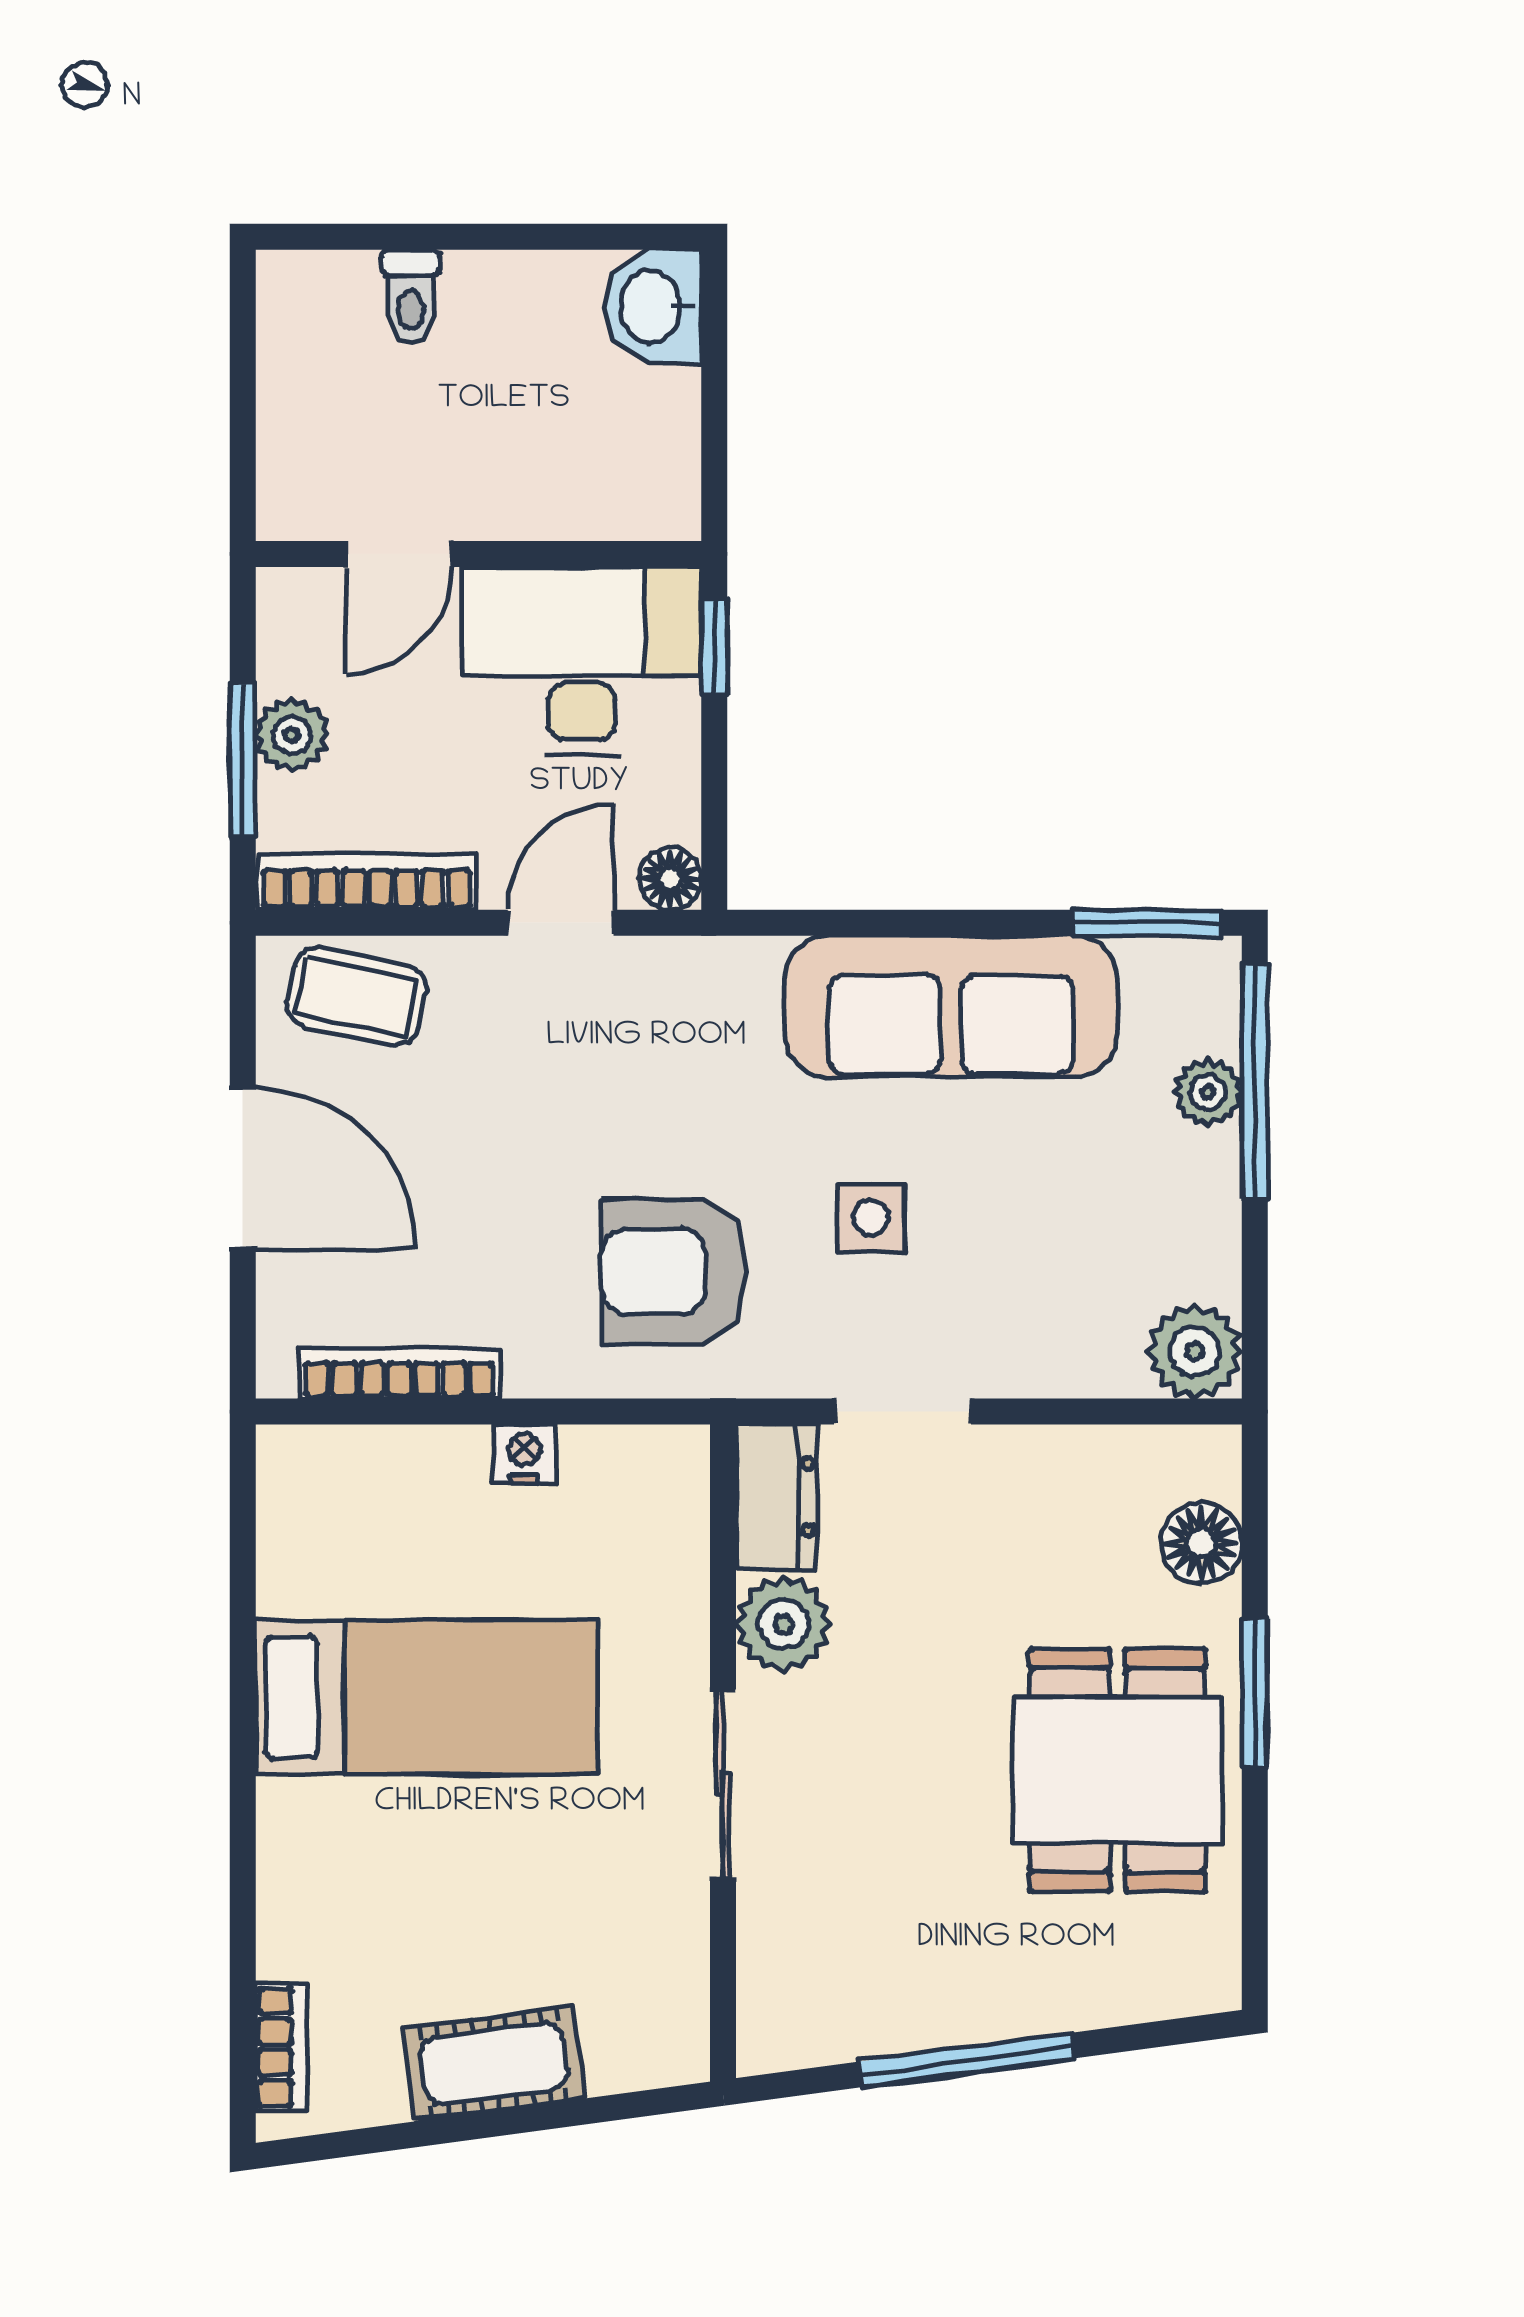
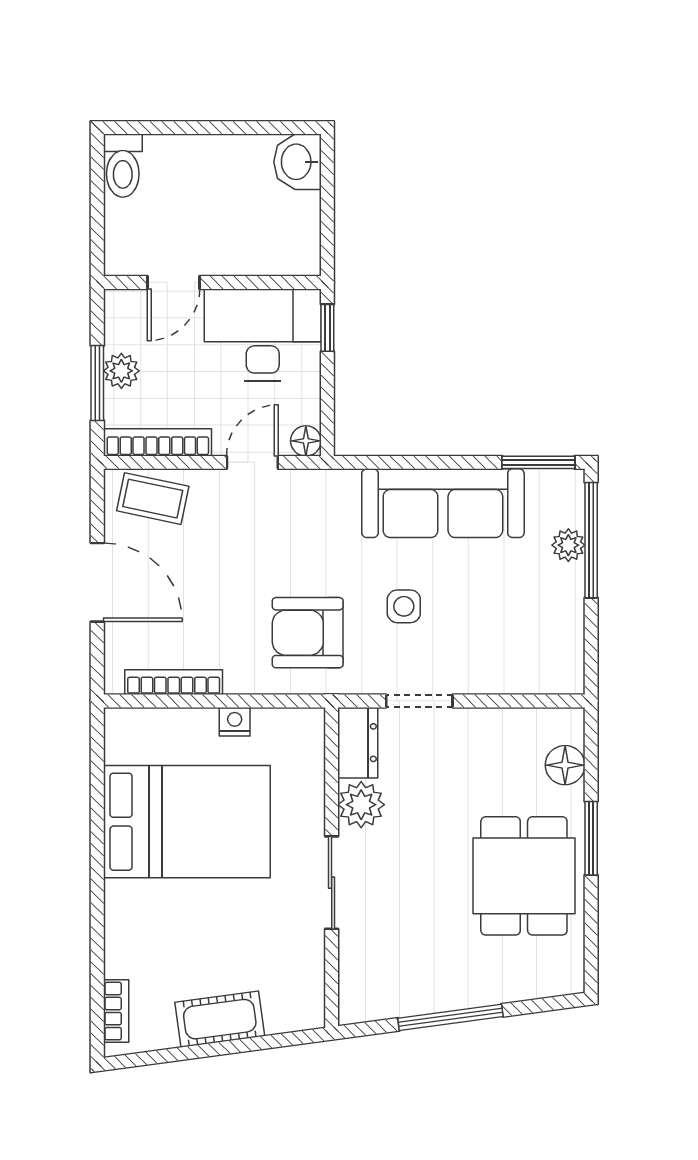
toilet: (411, 296) -> (123, 166), moved, width x1.37, depth x1.39
plant: (1195, 1352) -> (562, 672), removed
bed: (426, 1697) -> (187, 822), width x1.50

